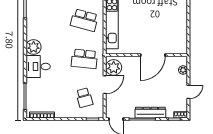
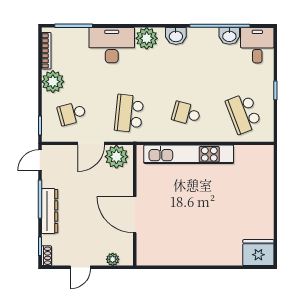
school desk: (84, 20) -> (186, 113), width x0.54
washbasin: (32, 27) -> (176, 36), added
desk: (38, 66) -> (112, 45), width x1.37
door: (105, 85) -> (91, 143), hinge flipped
door: (188, 92) -> (80, 267), hinge flipped
plant: (63, 110) -> (53, 82), added

